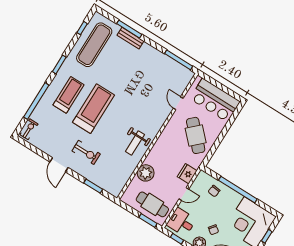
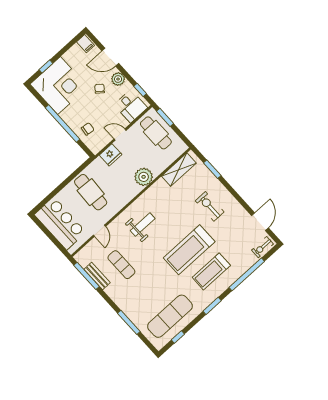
bench: (130, 38) -> (97, 276), moved
exercise mat: (150, 79) -> (121, 265), added
cafe table: (196, 135) -> (91, 192), turned -43
weight bench: (135, 143) -> (143, 225), moved
door: (59, 165) -> (260, 222), moved
plant: (146, 173) -> (144, 177), moved
shelving: (123, 178) -> (179, 170), added

